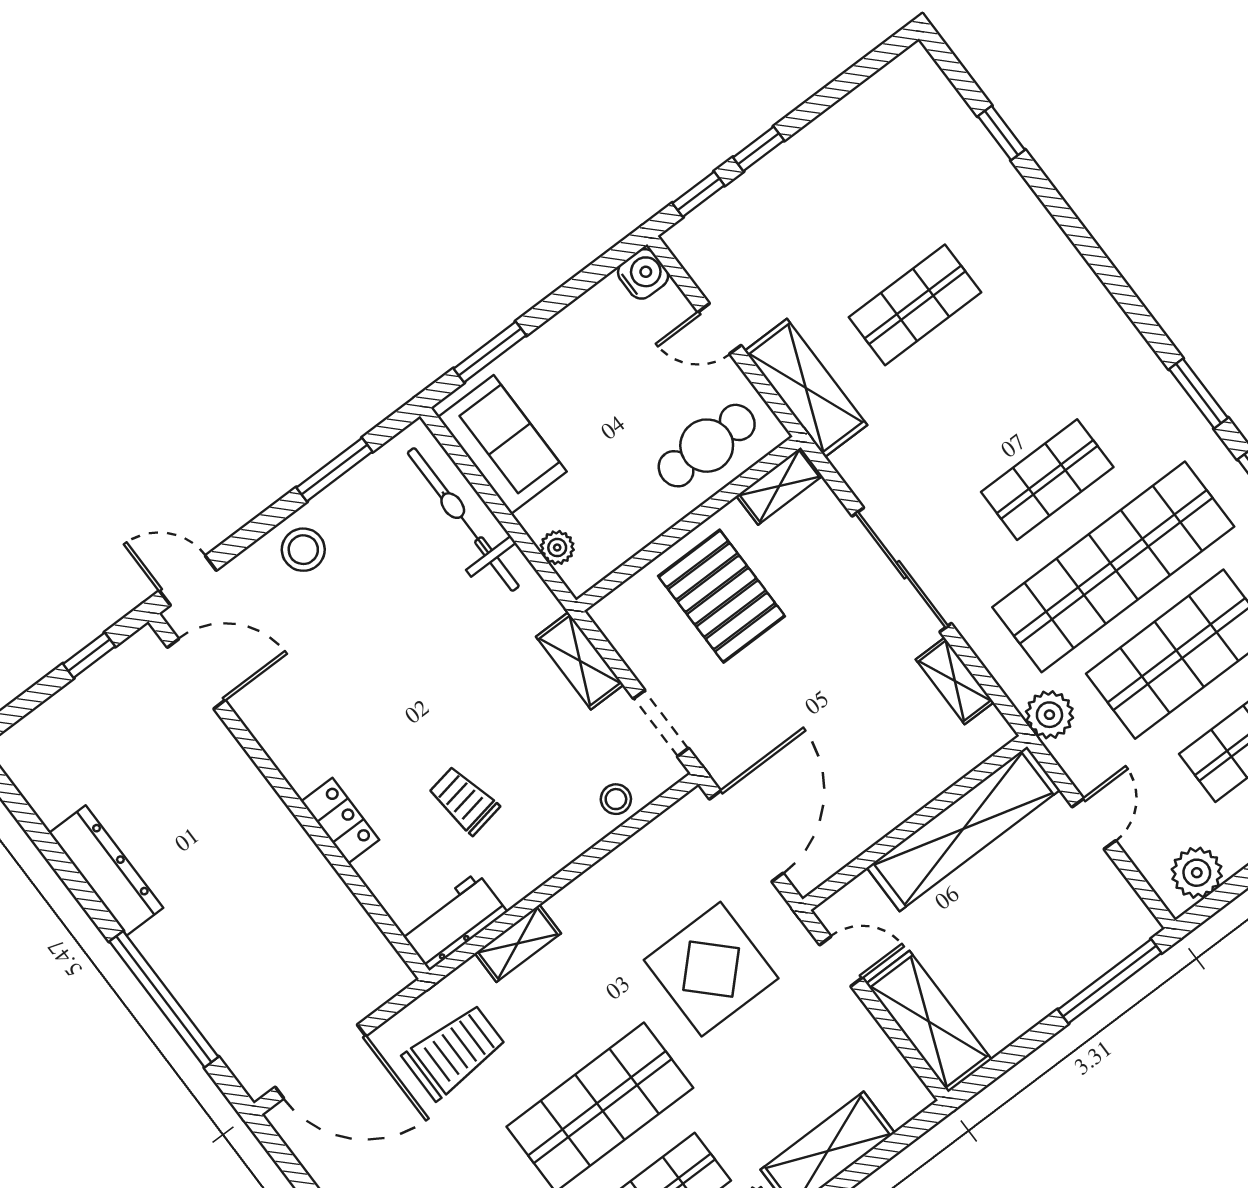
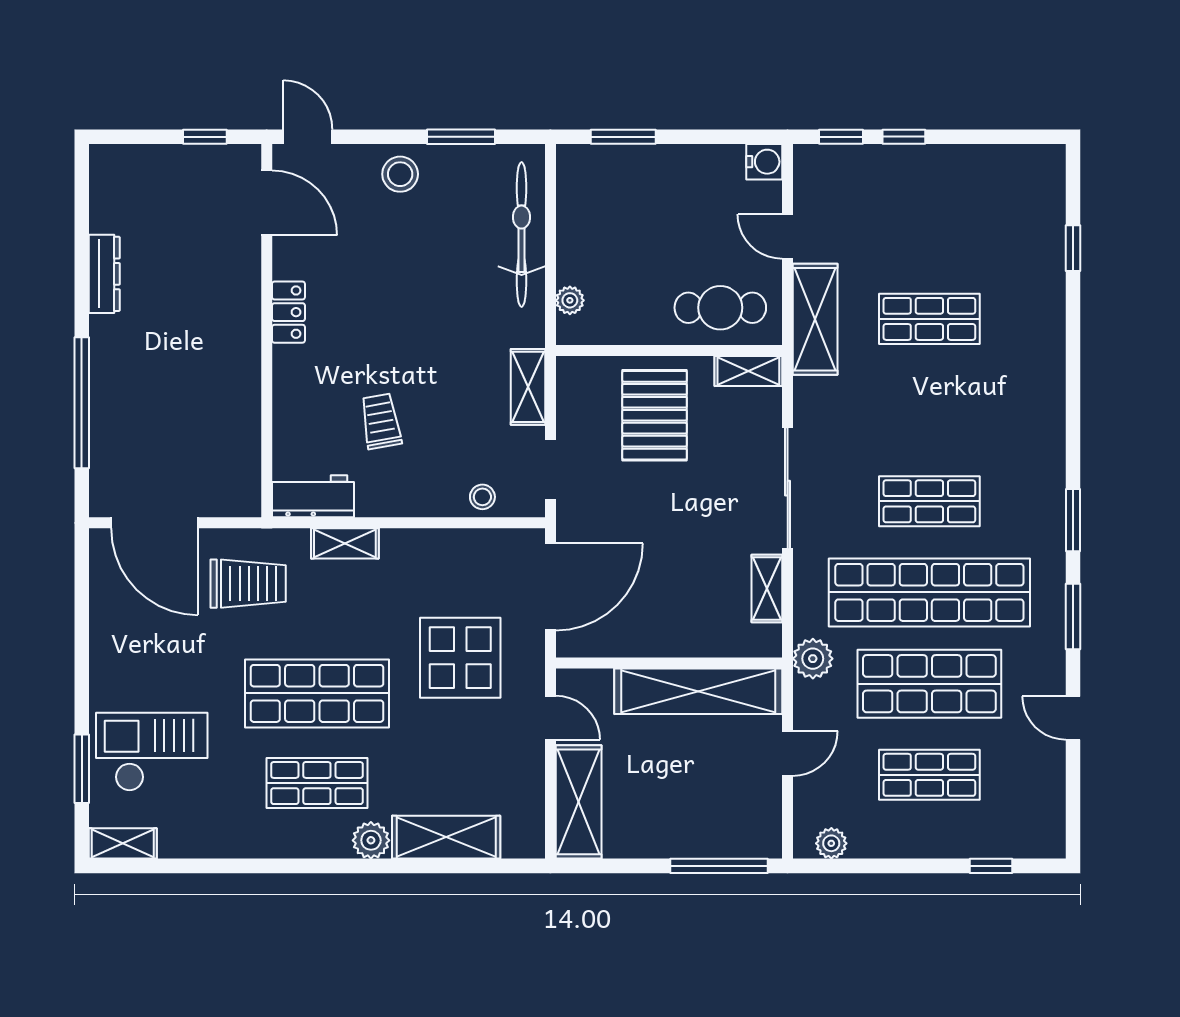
sofa: (502, 444) -> (585, 204), removed
locker: (340, 821) -> (288, 312), moved
dresser: (106, 870) -> (104, 274), width x0.73, depth x0.80
plant: (1197, 873) -> (831, 843), width x0.73, depth x0.73

